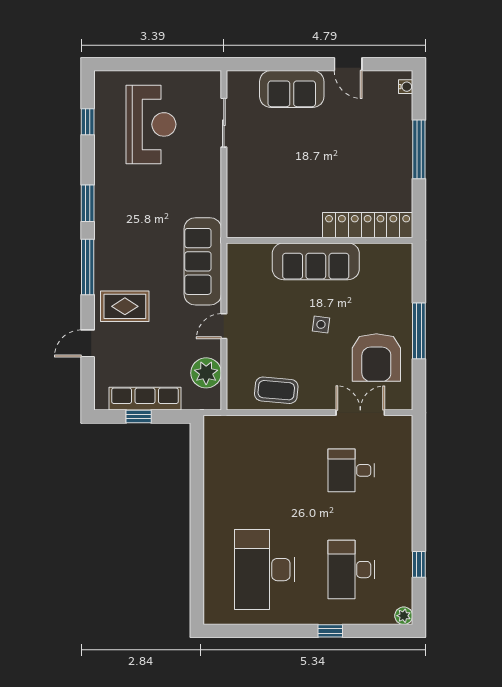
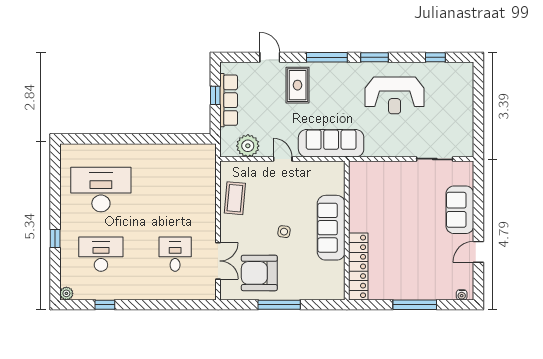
reception desk: (151, 124) -> (395, 95), moved

